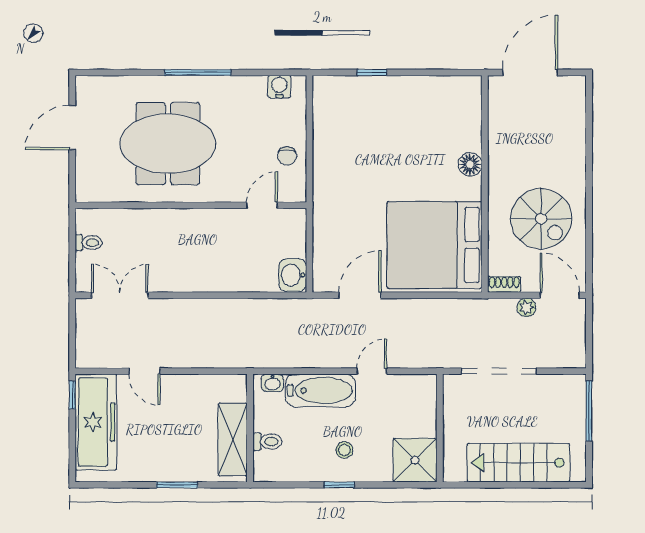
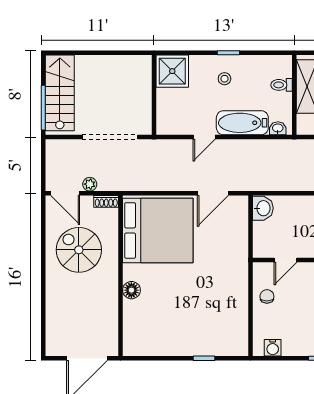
stairs: (518, 463) -> (60, 93), moved, turned -90

